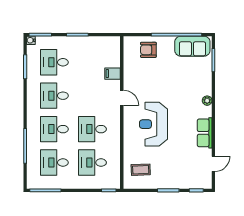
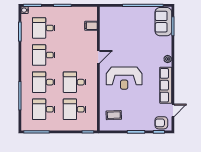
sofa: (192, 46) -> (163, 22), moved, turned 90
armchair: (148, 50) -> (161, 123), moved
filing cabinet: (113, 74) -> (91, 26), moved
door: (122, 98) -> (98, 57), hinge flipped
reception desk: (153, 124) -> (124, 78), turned -90
row of seats: (205, 133) -> (166, 85), width x1.48

